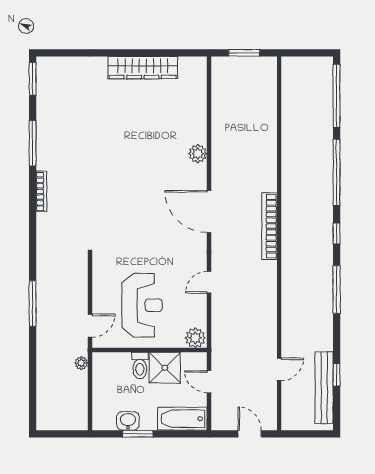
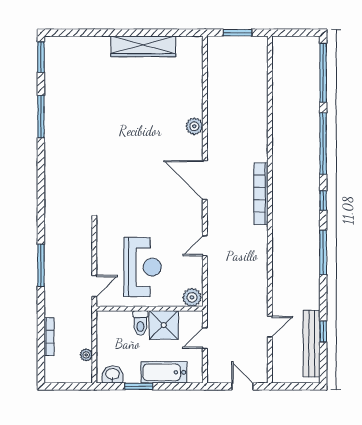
bookcase: (41, 191) -> (49, 337), moved
plant: (81, 363) -> (86, 355), moved
door: (209, 382) -> (205, 338), hinge flipped
bathtub: (182, 419) -> (164, 372), moved
washbasin: (128, 421) -> (113, 374), moved

